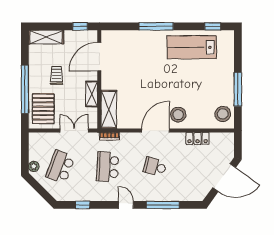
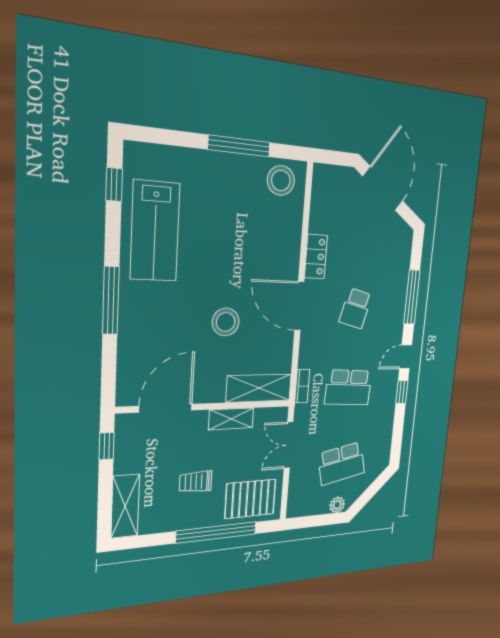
door: (99, 57) -> (166, 408), swing flipped
stool: (178, 115) -> (226, 322), moved
locker: (198, 138) -> (316, 257), moved
school desk: (60, 167) -> (341, 463), turned -33
window: (83, 205) -> (402, 392), moved

